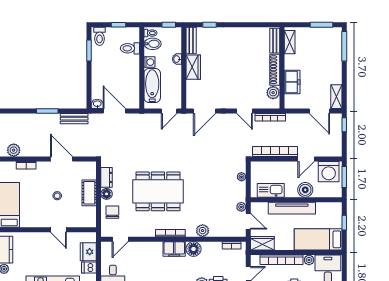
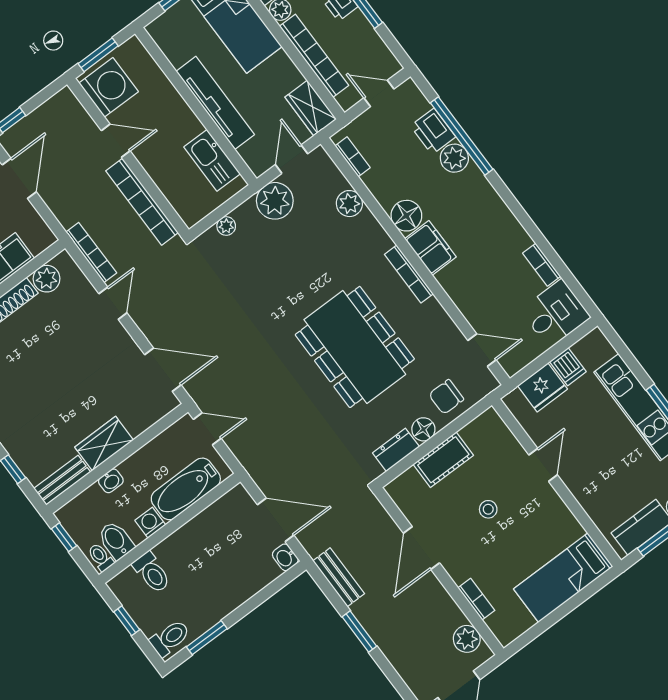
door: (114, 111) -> (276, 520), swing flipped
boiler: (305, 190) -> (168, 104), removed
plant: (241, 207) -> (275, 201), width x1.88, depth x1.88
plant: (203, 231) -> (349, 204), moved

